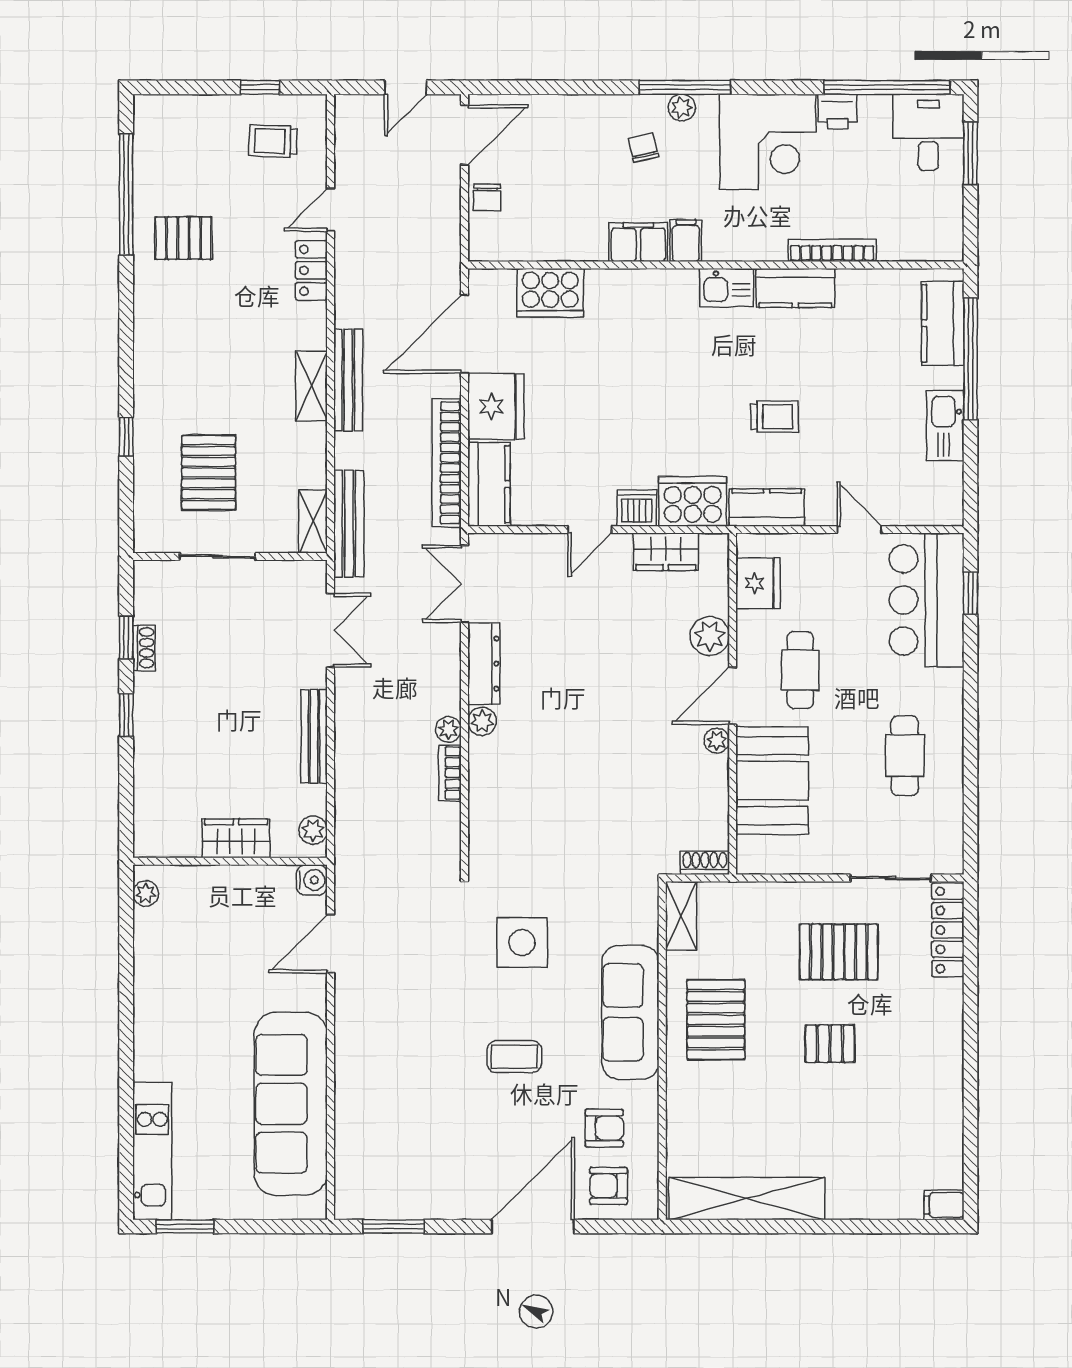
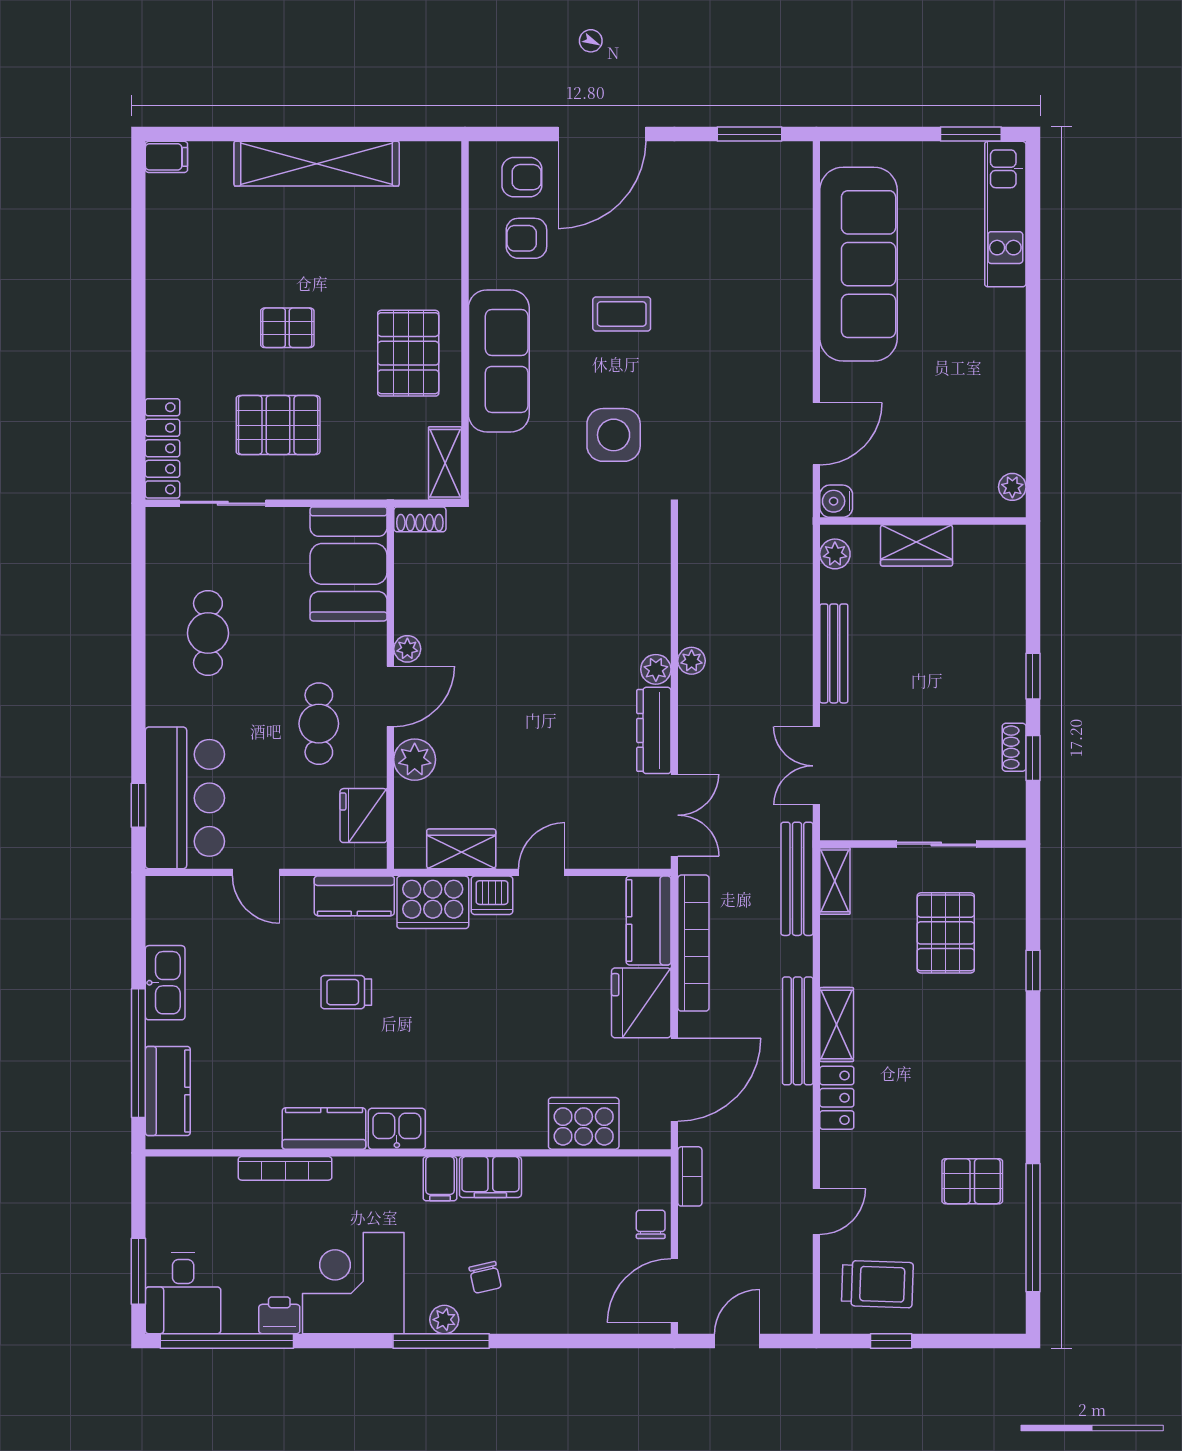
trolley: (273, 141) -> (877, 1284), width x1.36, depth x1.39
locker: (311, 270) -> (837, 1098), moved
bookcase: (450, 773) -> (690, 1176), moved
booth: (772, 781) -> (349, 564), moved
shelving: (747, 1199) -> (317, 164), moved

